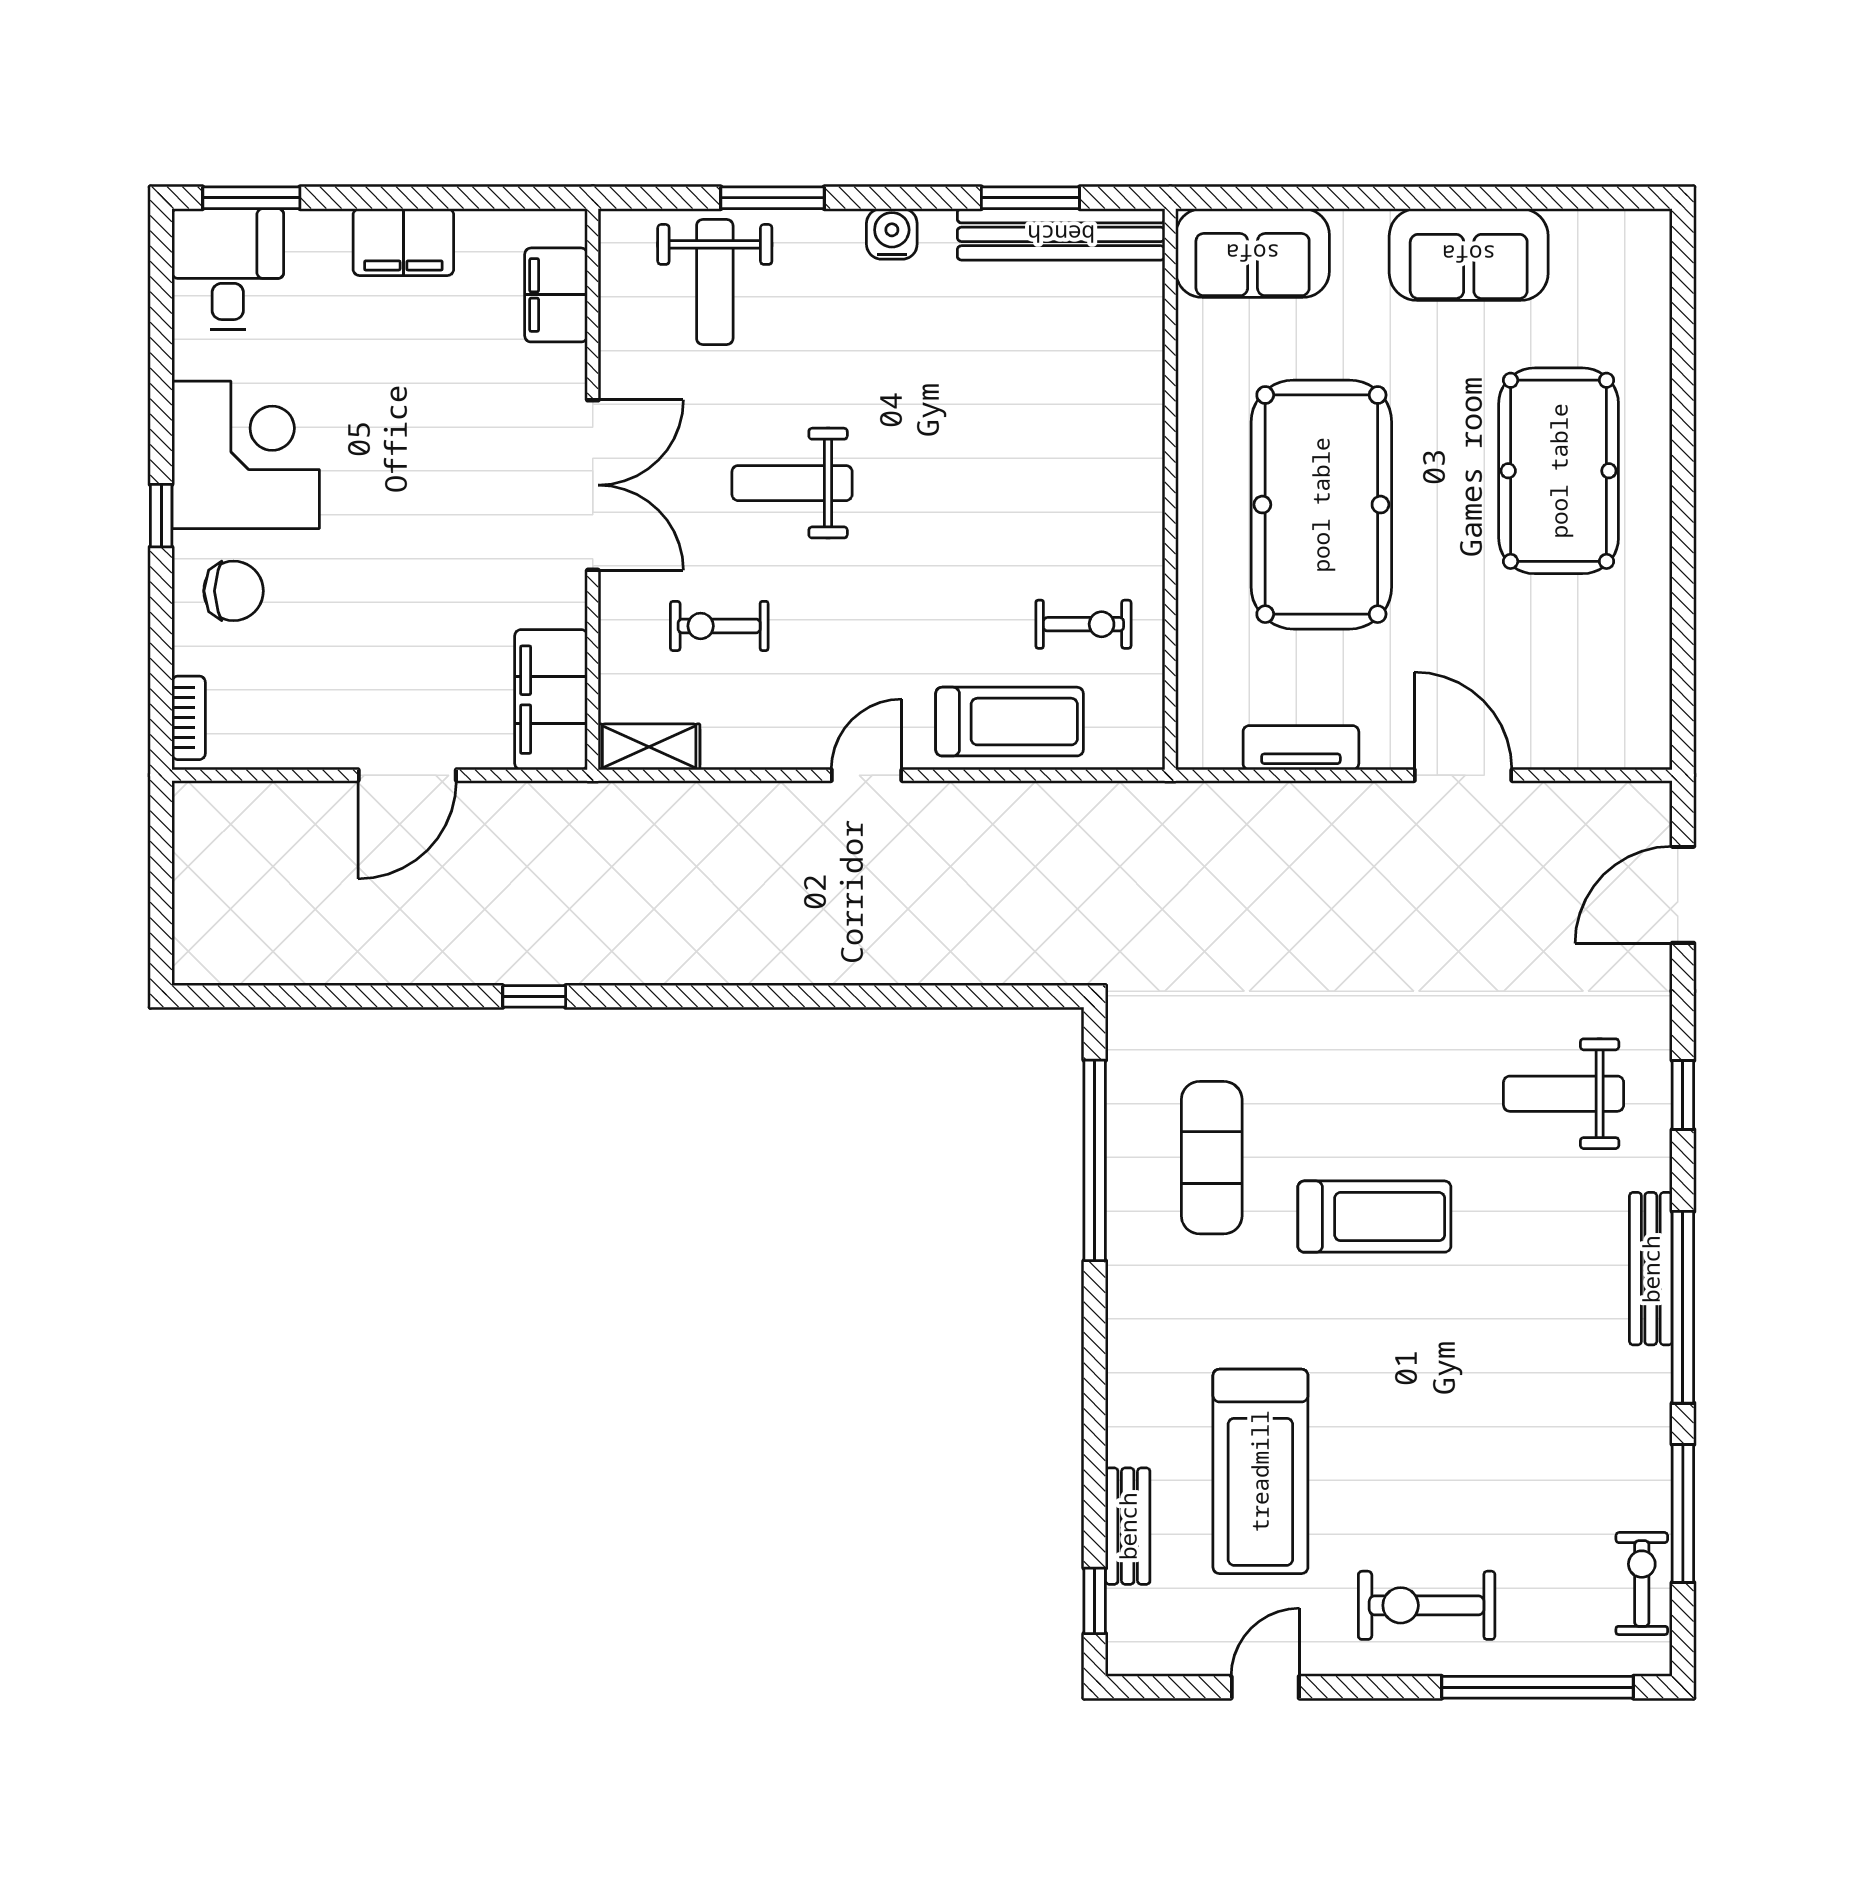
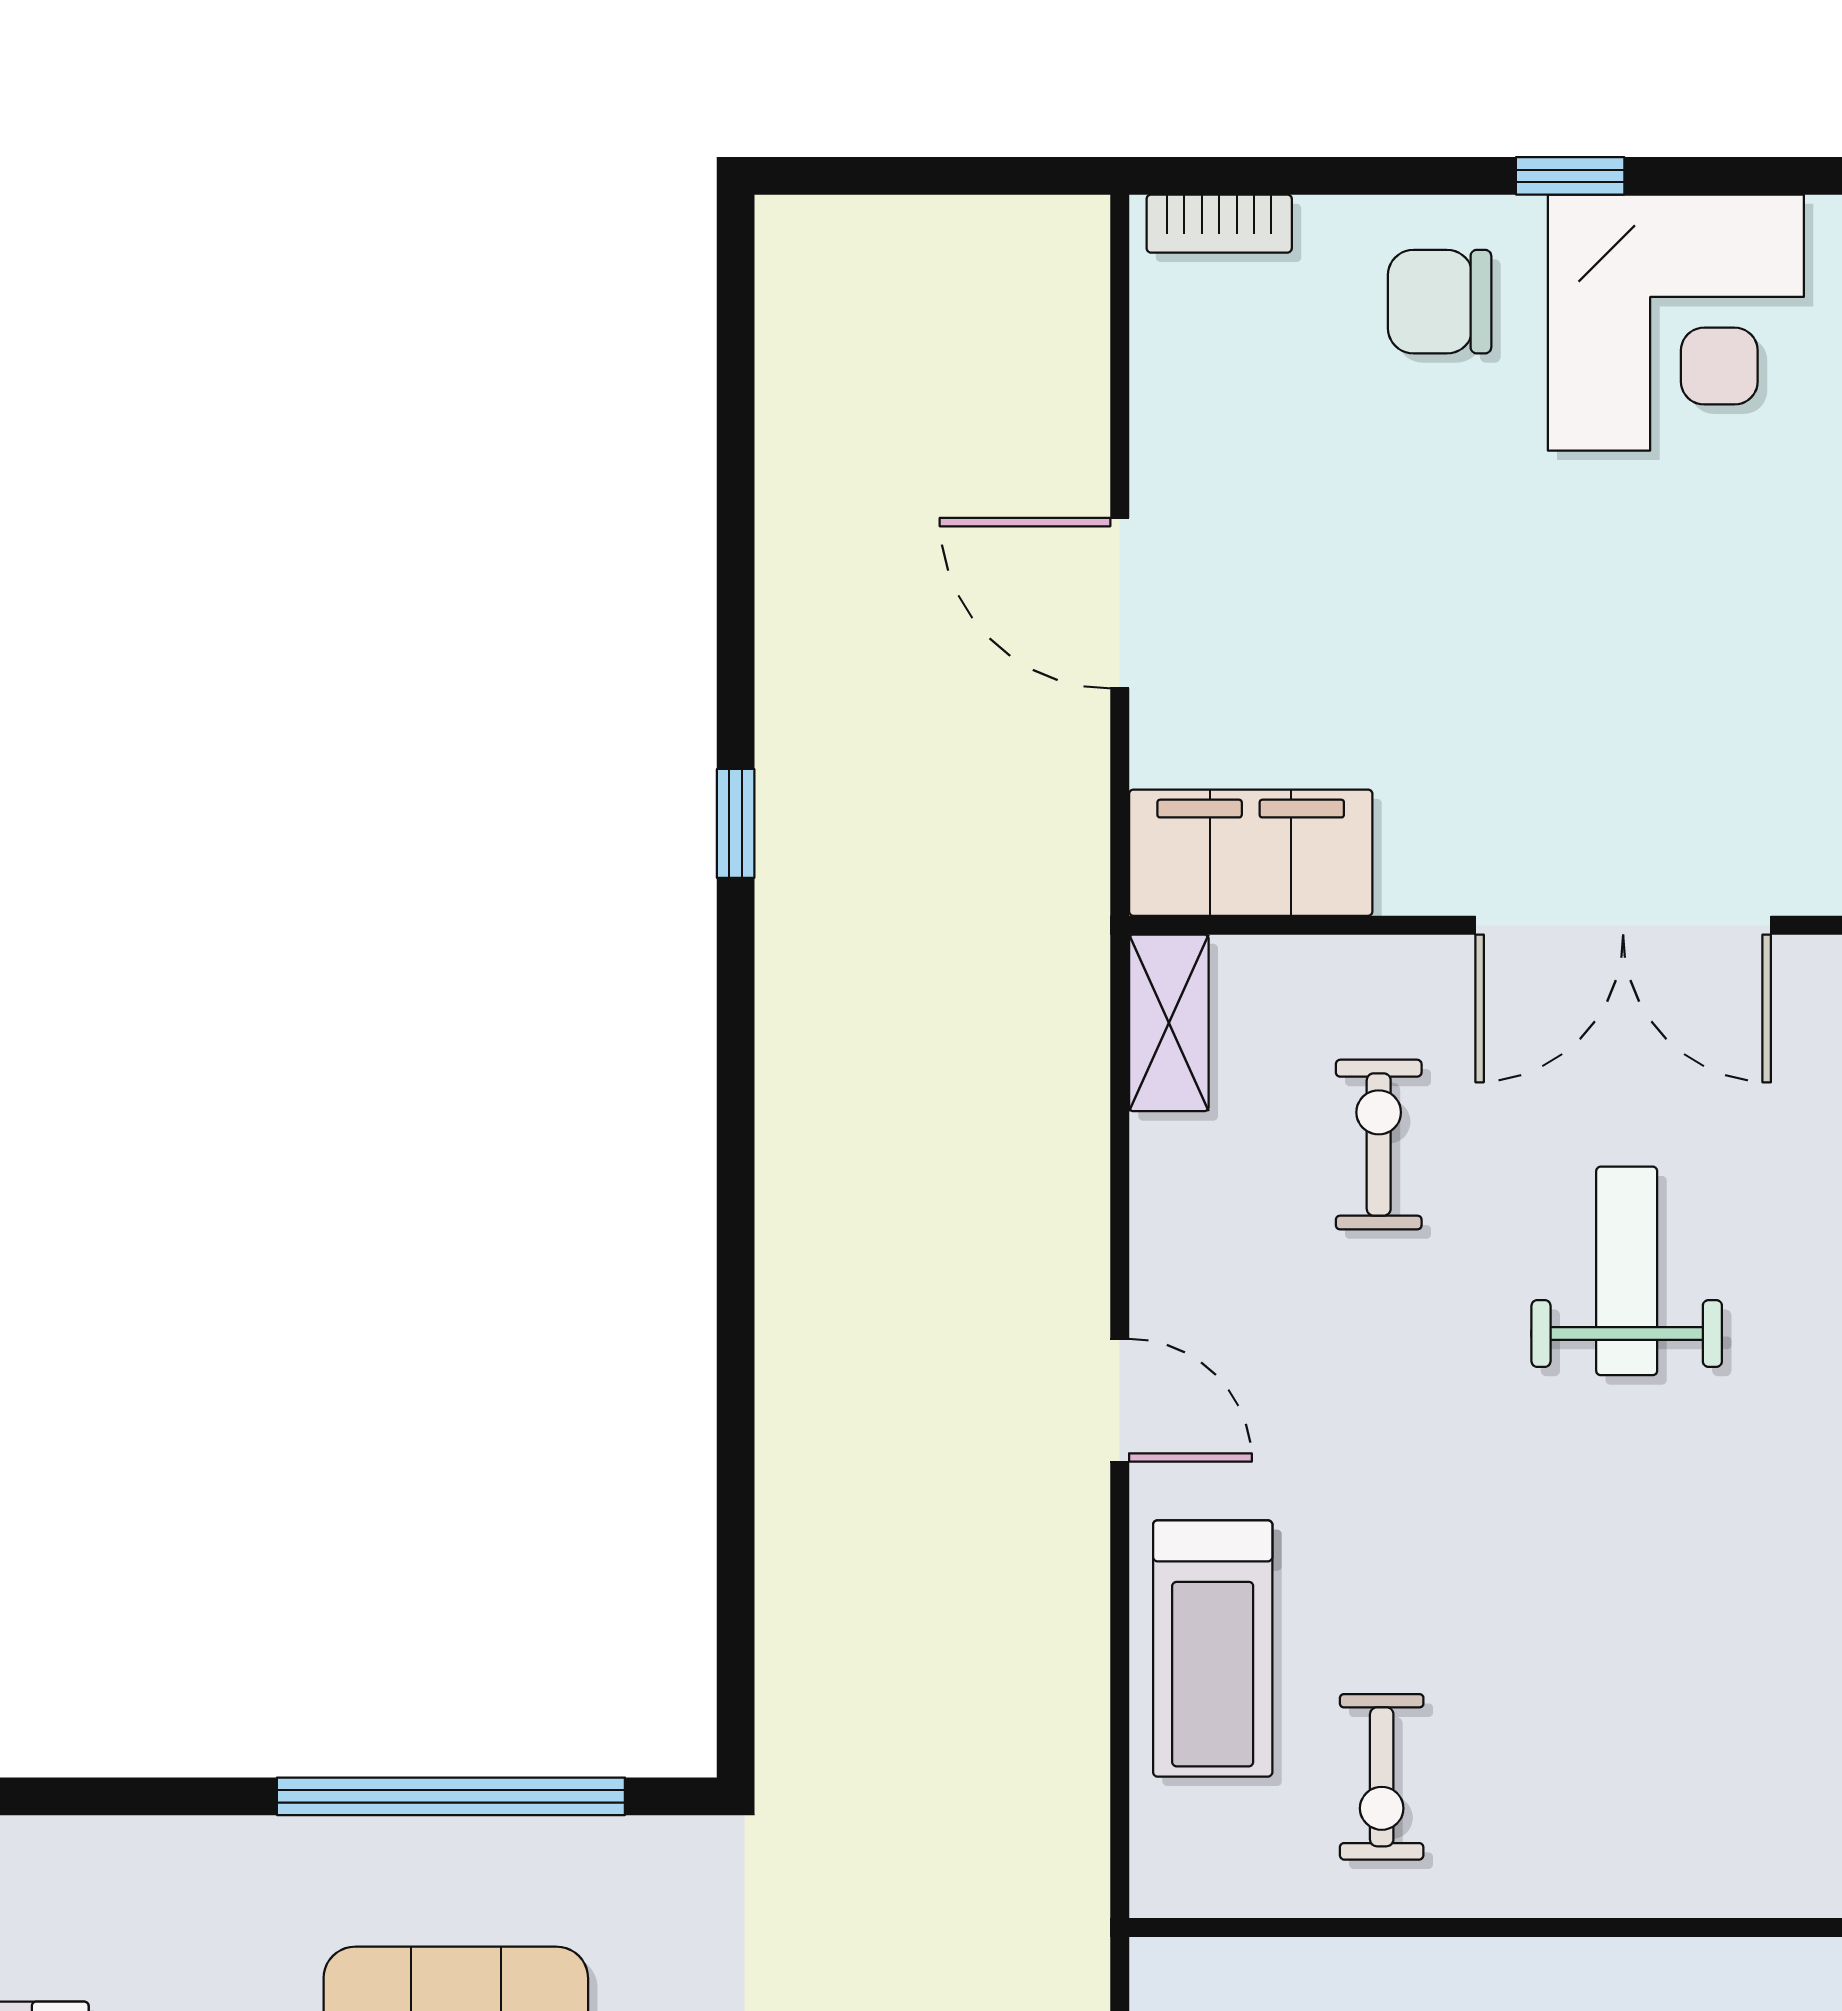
chair: (234, 591) -> (1440, 302), turned 90

